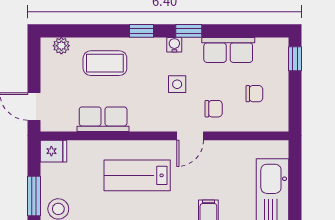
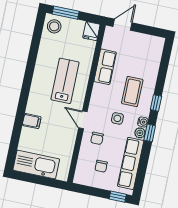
plant: (61, 46) -> (140, 133), moved
row of seats: (228, 50) -> (131, 163), width x1.48
coffee table: (105, 63) -> (132, 92), moved

